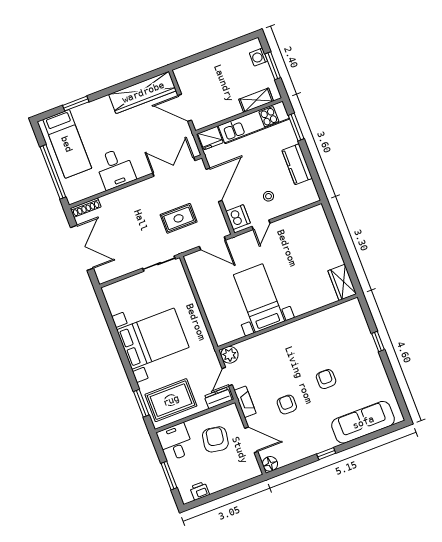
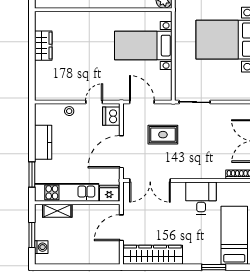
door: (185, 108) -> (121, 228), swing flipped
stool: (268, 196) -> (69, 111), moved
wardrobe: (342, 282) -> (43, 46), moved
bed with nightstands: (259, 298) -> (143, 46), moved, turned 90

